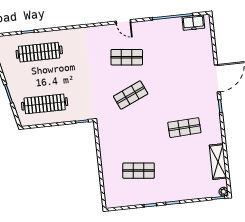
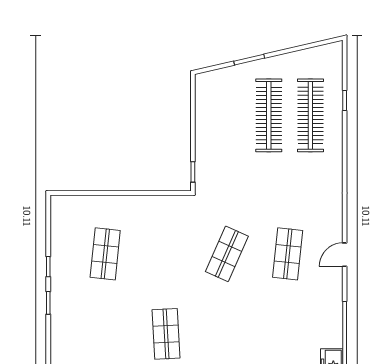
shop shelf: (131, 95) -> (227, 254), turned 48
clothes rail: (45, 104) -> (269, 115), moved

